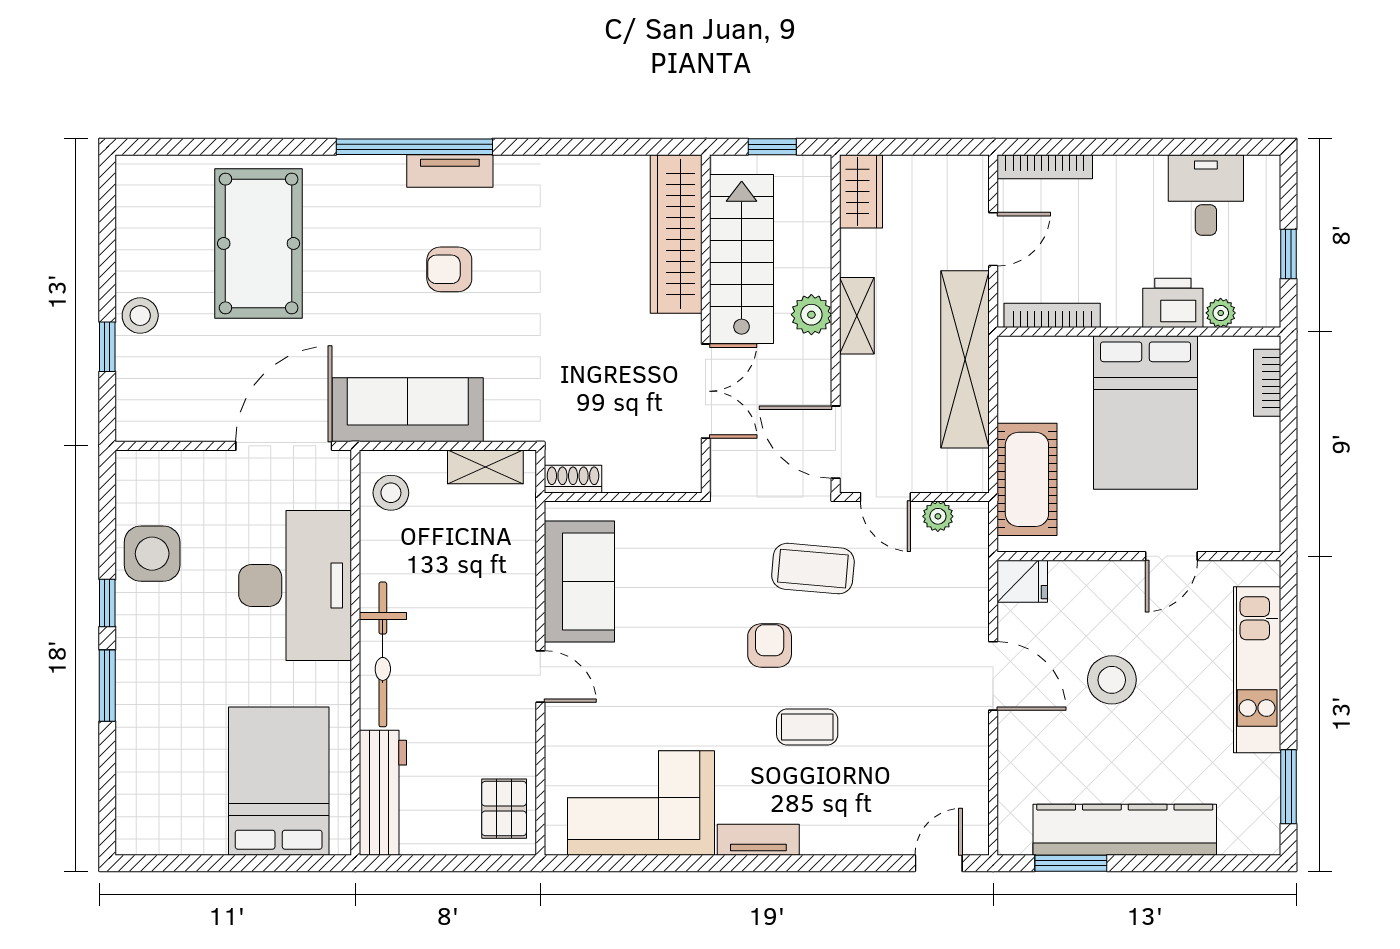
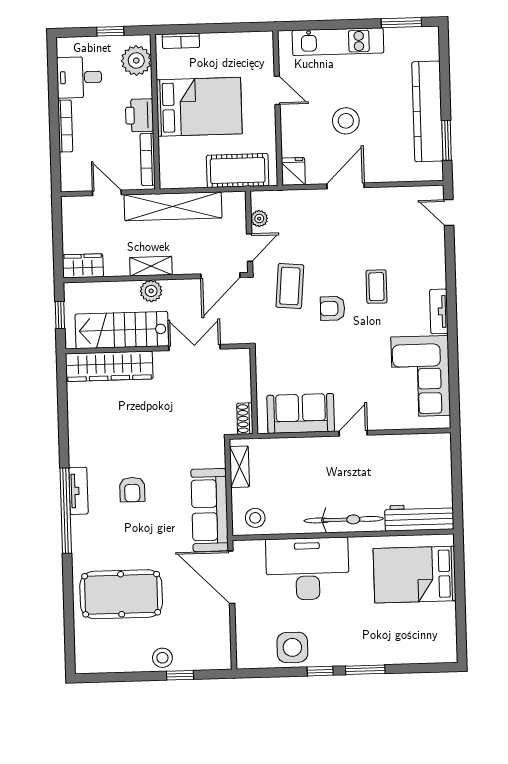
bookcase: (1045, 167) -> (65, 126), moved
printer: (1173, 303) -> (139, 115), moved
plant: (1221, 313) -> (136, 60), width x1.87, depth x1.87
pallet: (504, 809) -> (426, 451), removed

